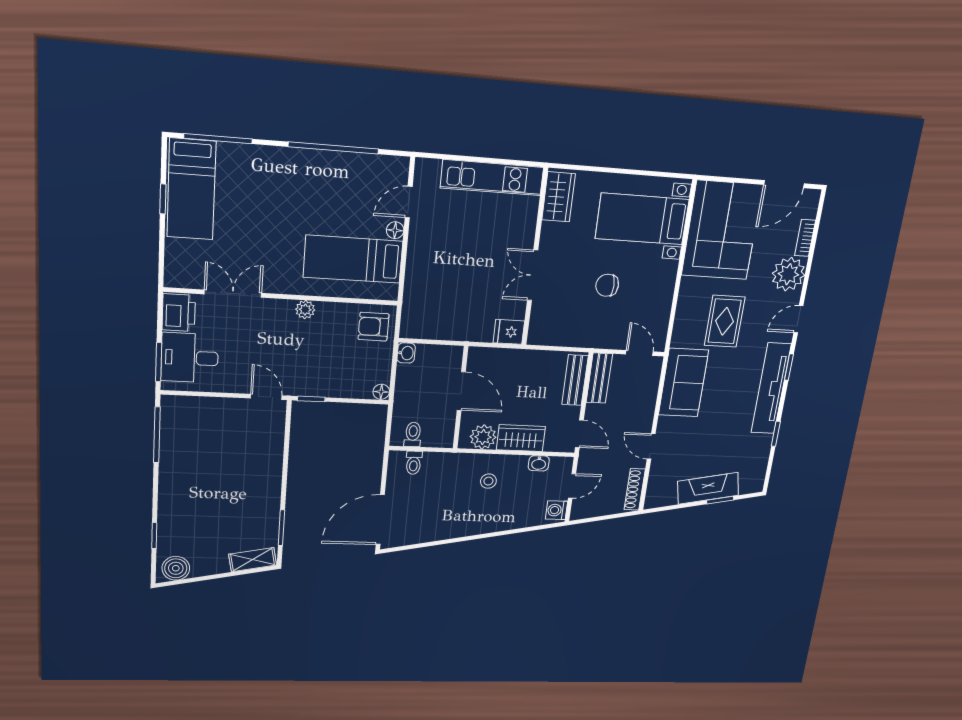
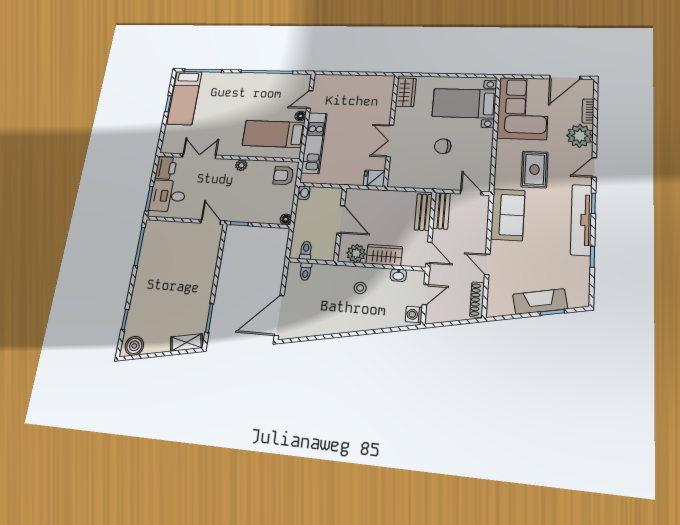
kitchen unit: (492, 178) -> (314, 143), moved, turned -90

